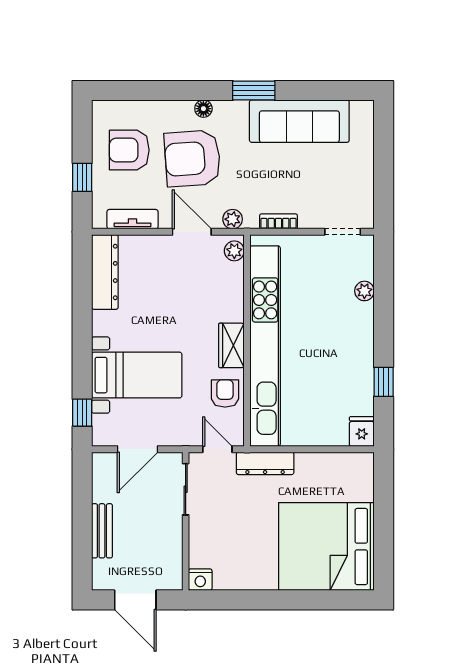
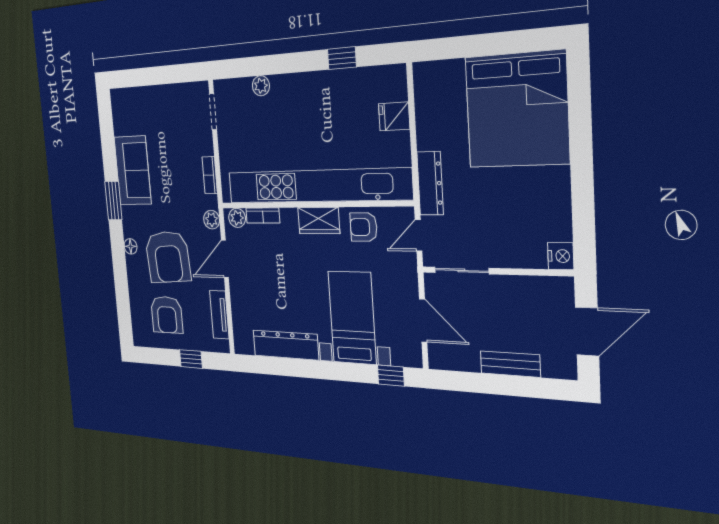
sofa: (299, 121) -> (133, 170), width x0.73
dresser: (105, 272) -> (286, 345), moved
bookcase: (237, 282) -> (263, 216), added
fridge: (362, 432) -> (394, 116), moved

